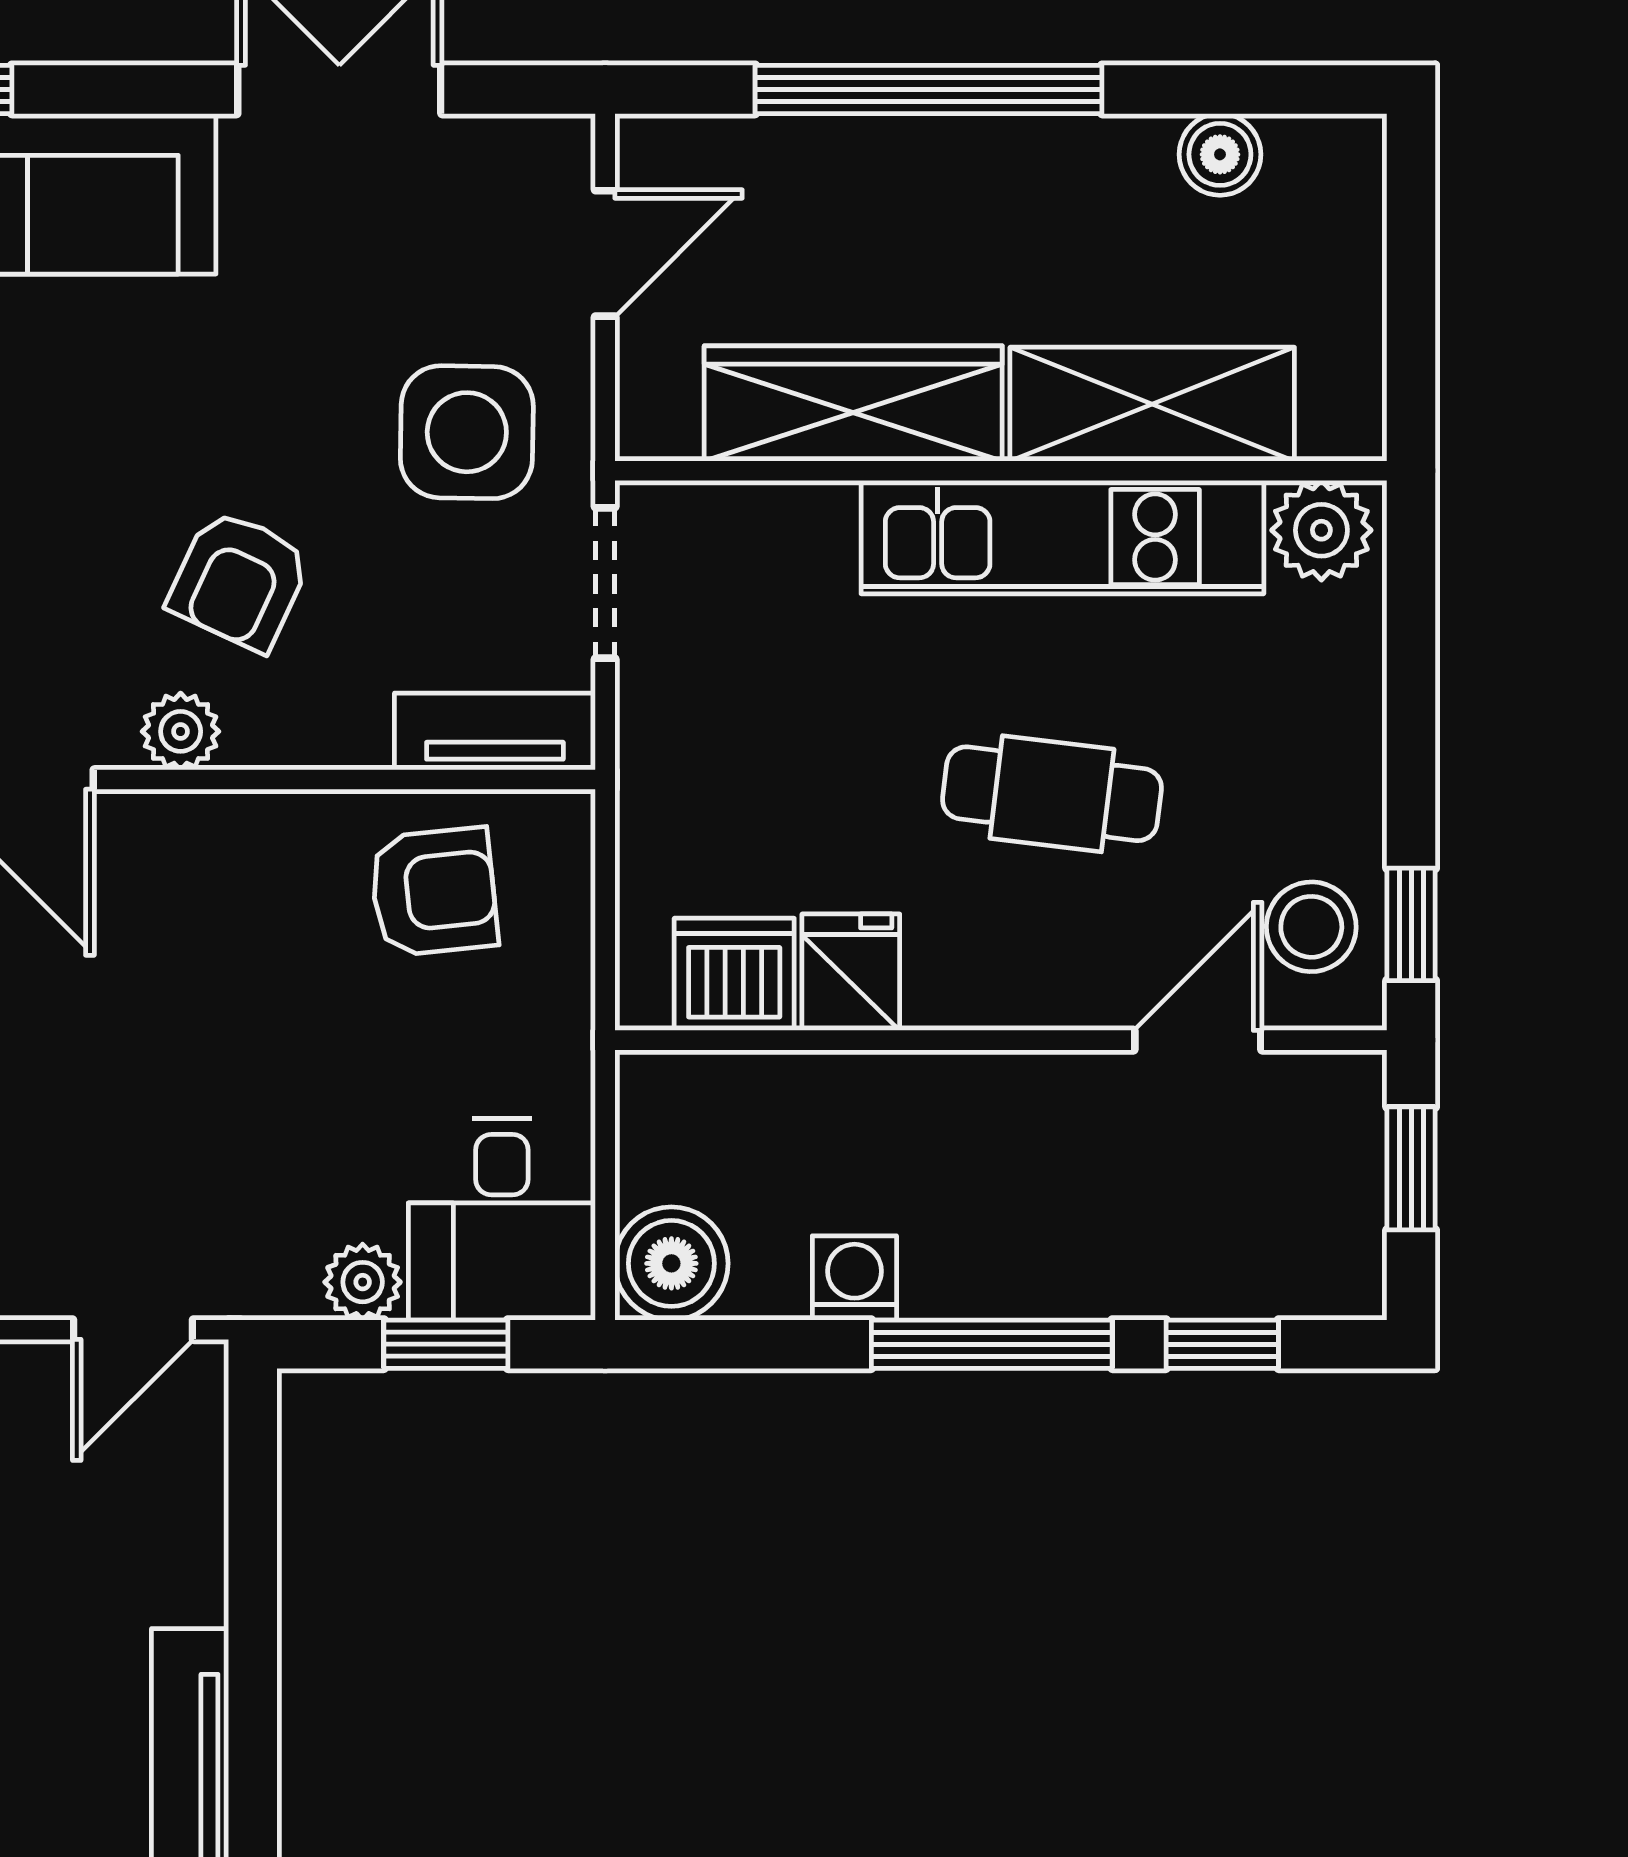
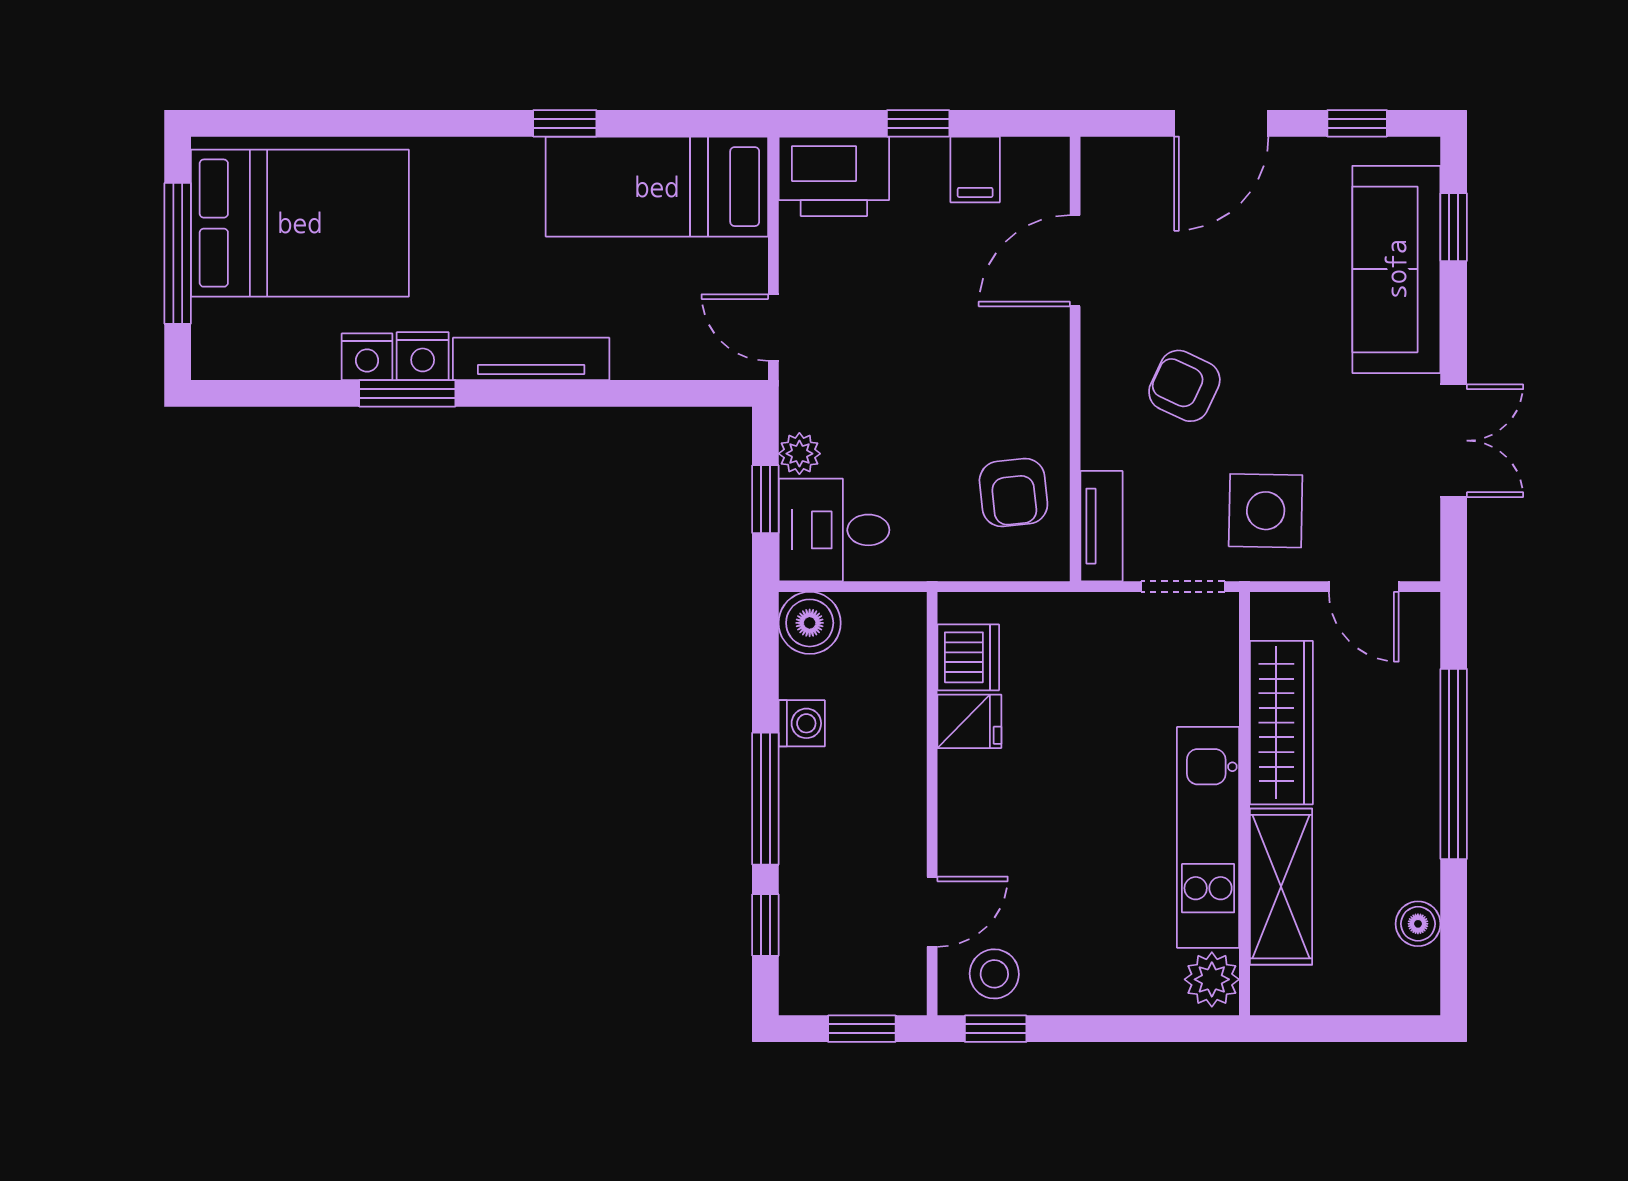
plant: (181, 731) -> (1101, 354), removed
cafe table: (1052, 794) -> (1067, 832), removed
door: (1198, 1040) -> (932, 912), hinge flipped

